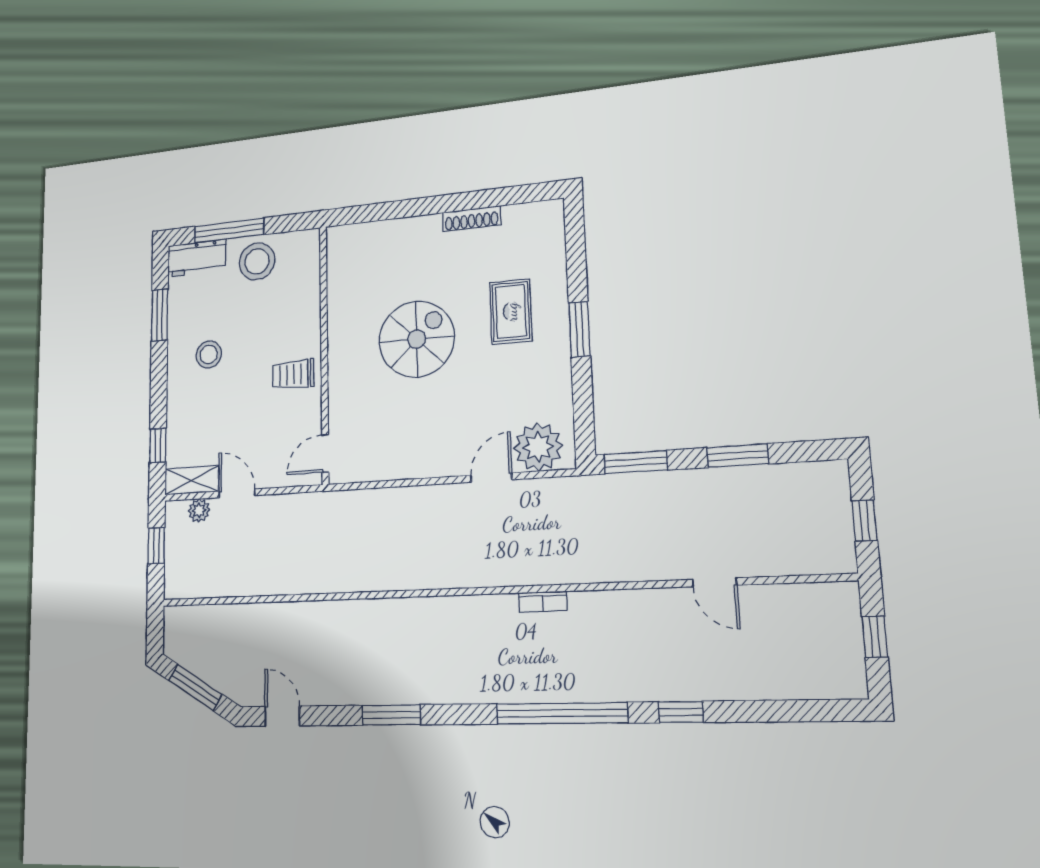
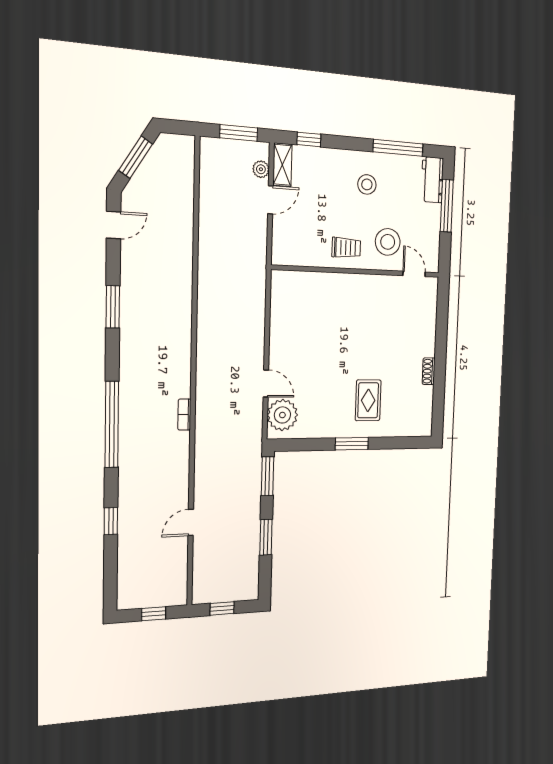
shoe rack: (471, 219) -> (429, 371), width x0.70
stool: (257, 261) -> (388, 242), moved
rug: (511, 312) -> (368, 400), turned 90
window: (160, 315) -> (398, 148), width x1.44
spiral stairs: (417, 339) -> (359, 337), removed
trolley: (293, 374) -> (346, 248), turned 90
door: (325, 453) -> (414, 274), moved
window: (156, 546) -> (239, 133), width x1.50
window: (681, 712) -> (111, 521), moved

